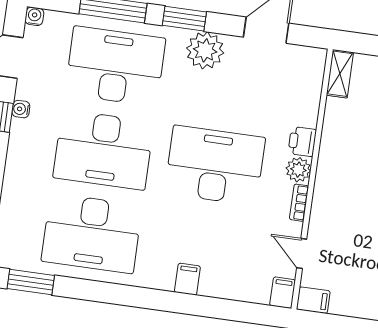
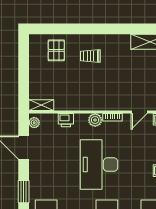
plant: (205, 50) -> (34, 123), moved, width x0.53, depth x0.53
printer: (302, 142) -> (66, 120), moved

